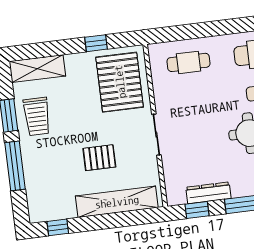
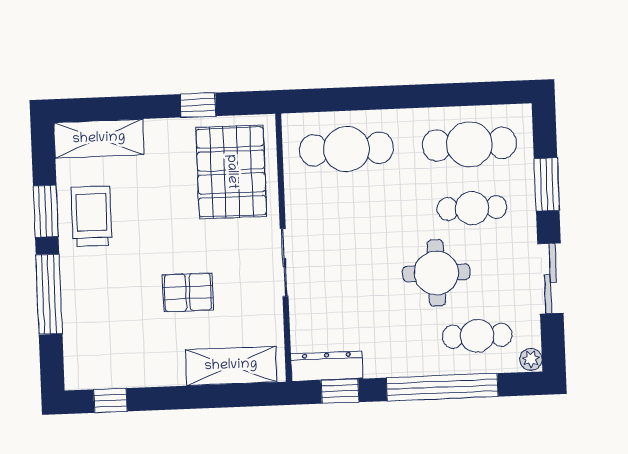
cafe table: (188, 62) -> (346, 149), width x1.37, depth x1.35
trolley: (37, 116) -> (91, 216), turned 180
dresser: (208, 193) -> (327, 366), moved
shelving: (117, 202) -> (231, 366), width x0.68

